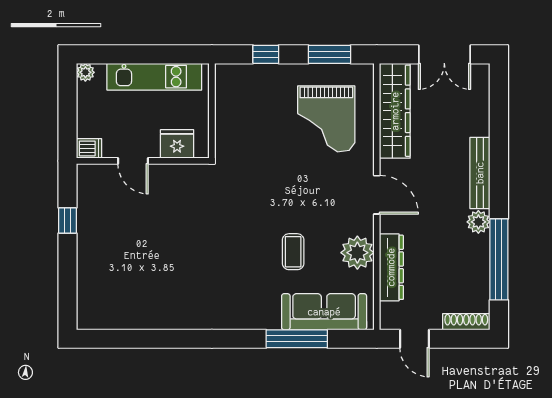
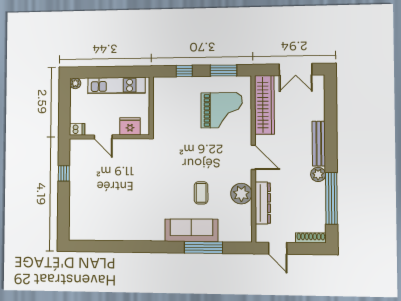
grand piano: (326, 119) -> (222, 110), turned -90
sofa: (324, 312) -> (191, 230), moved

